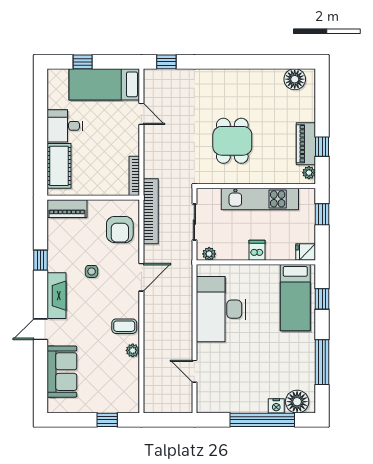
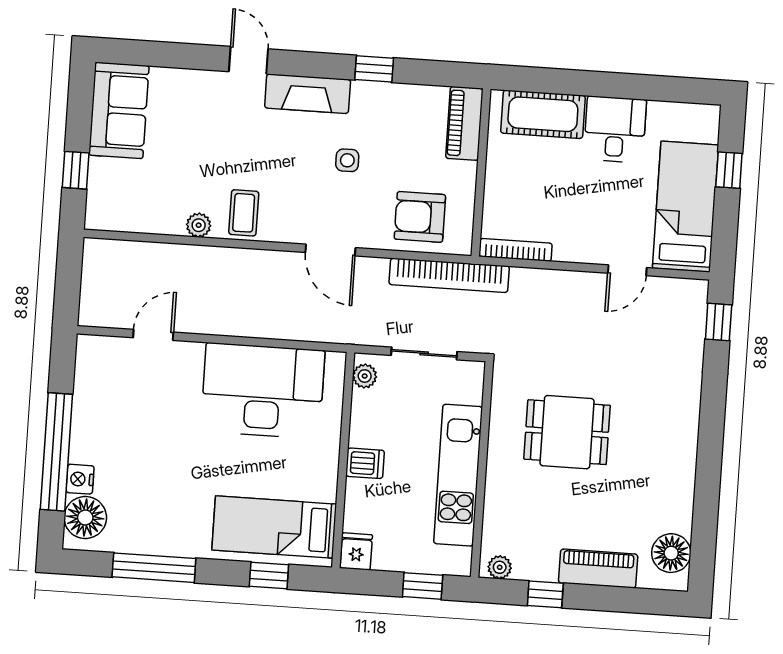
piano: (306, 144) -> (598, 569), moved
sofa: (62, 372) -> (119, 110), moved, turned -90

